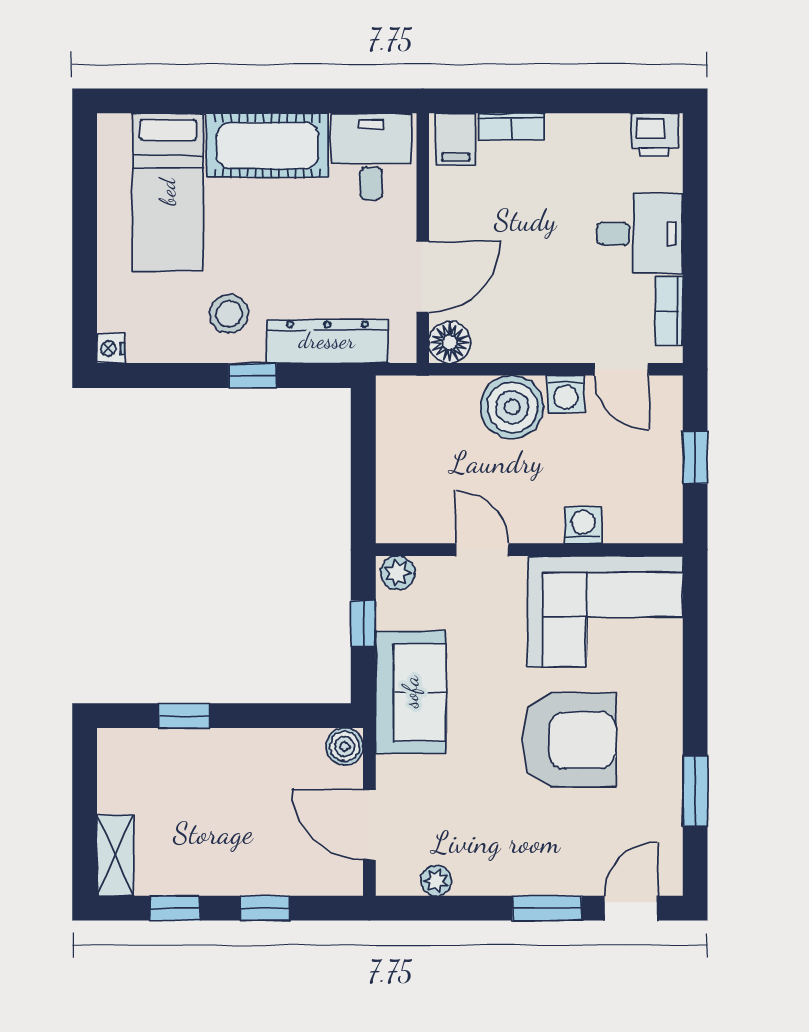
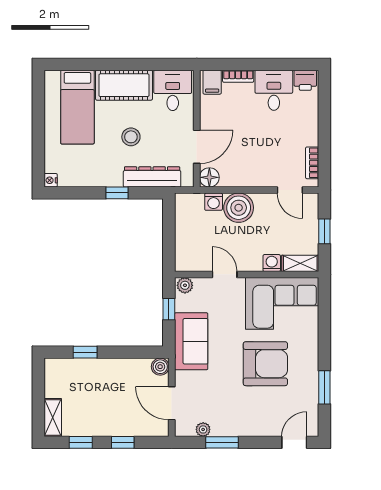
desk: (640, 234) -> (274, 90), moved, turned -90
stool: (229, 314) -> (131, 137), moved
washing machine: (566, 394) -> (214, 202), moved
shelving: (644, 526) -> (300, 263), added
window: (547, 908) -> (222, 442), moved

